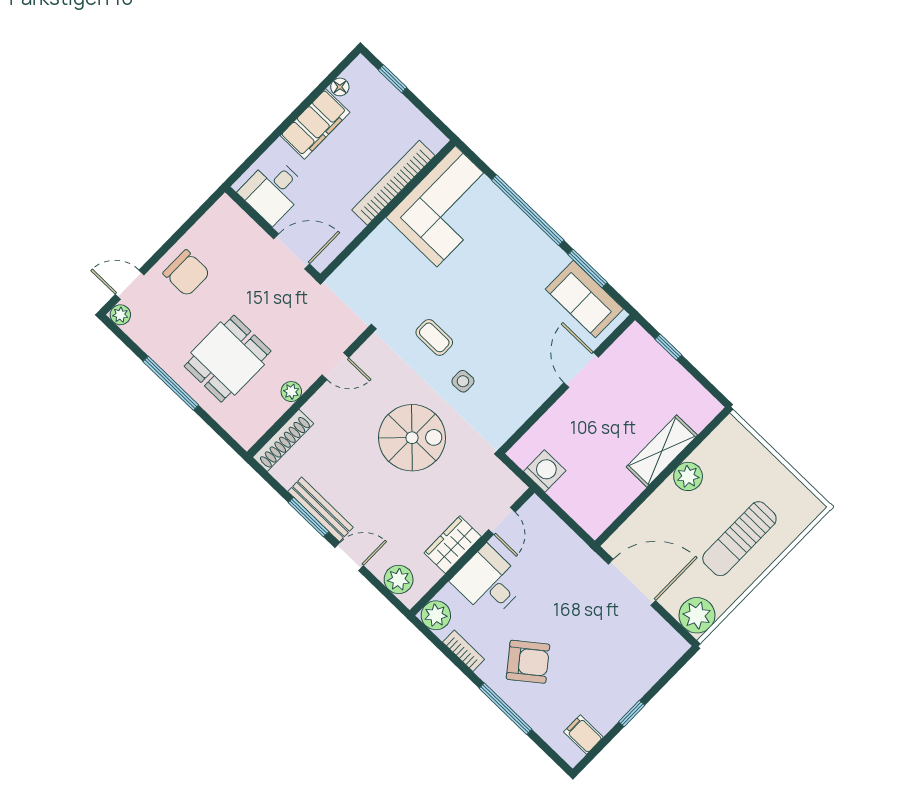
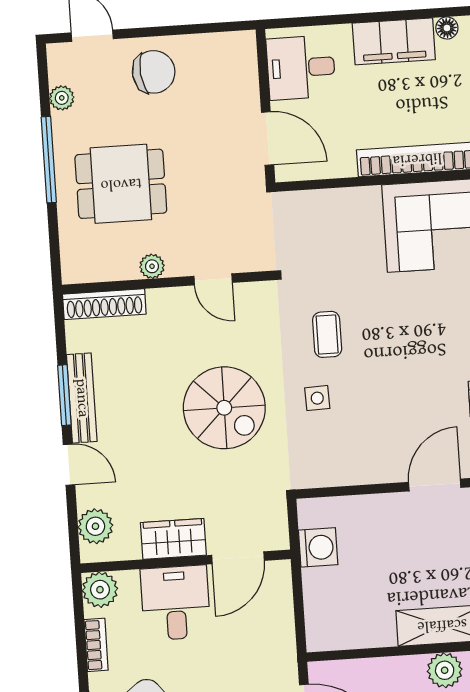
chair: (187, 273) -> (154, 72), turned -96
plant: (120, 315) -> (62, 98), moved
door: (502, 521) -> (238, 558), width x1.37

